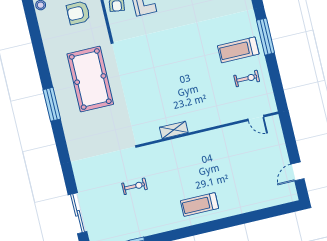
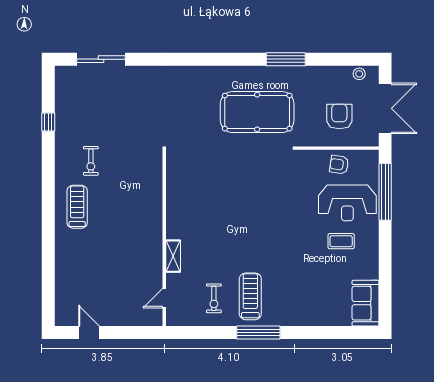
window: (52, 104) -> (286, 59), moved
shelving: (174, 130) -> (173, 256), moved
exercise bike: (134, 186) -> (91, 161), moved

